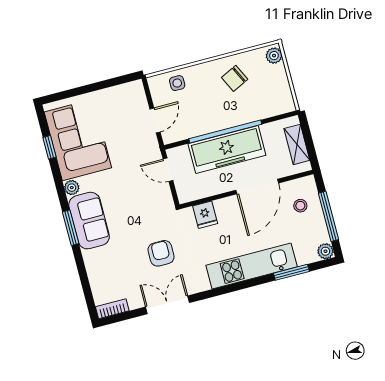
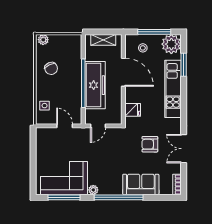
window: (50, 147) -> (64, 197), width x2.17
sofa: (89, 221) -> (141, 184), moved
window: (71, 228) -> (119, 197), width x2.11
plant: (325, 251) -> (171, 44), width x1.88, depth x1.88

